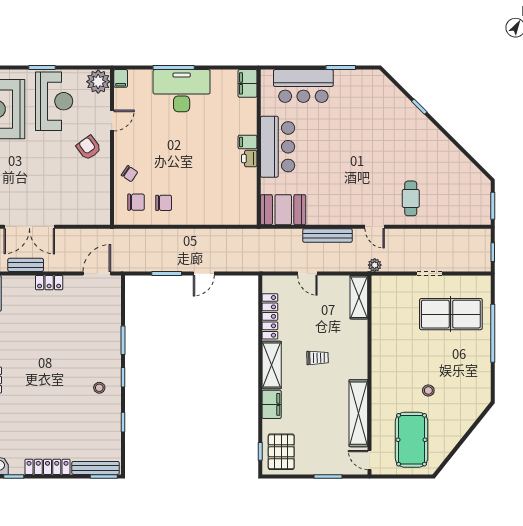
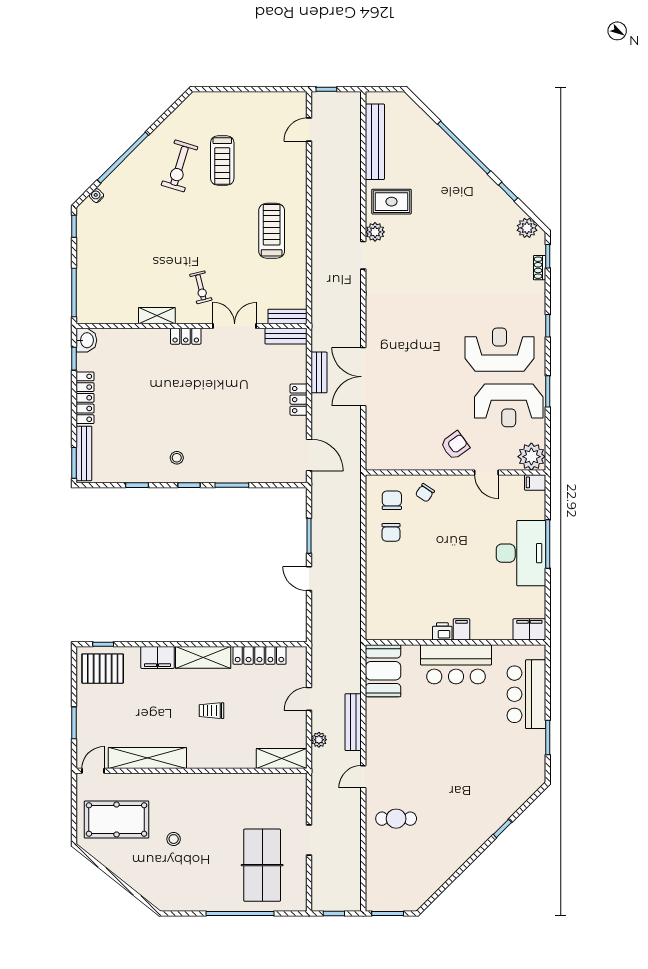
chair: (136, 202) -> (392, 500), turned 180
plant: (375, 265) -> (319, 740), moved
trolley: (318, 358) -> (211, 711), turned 91

